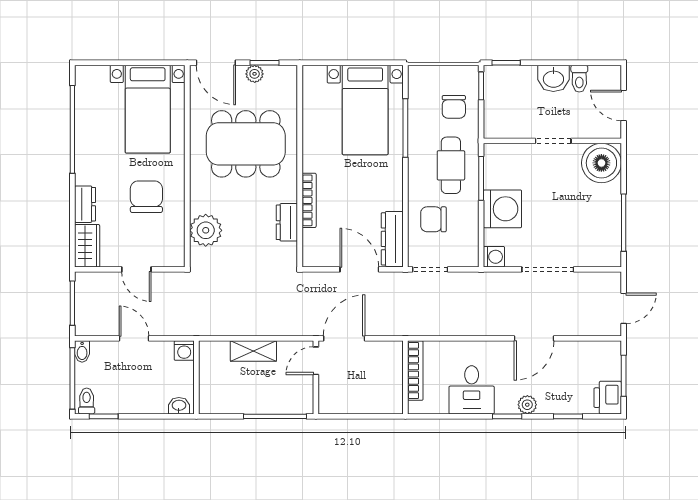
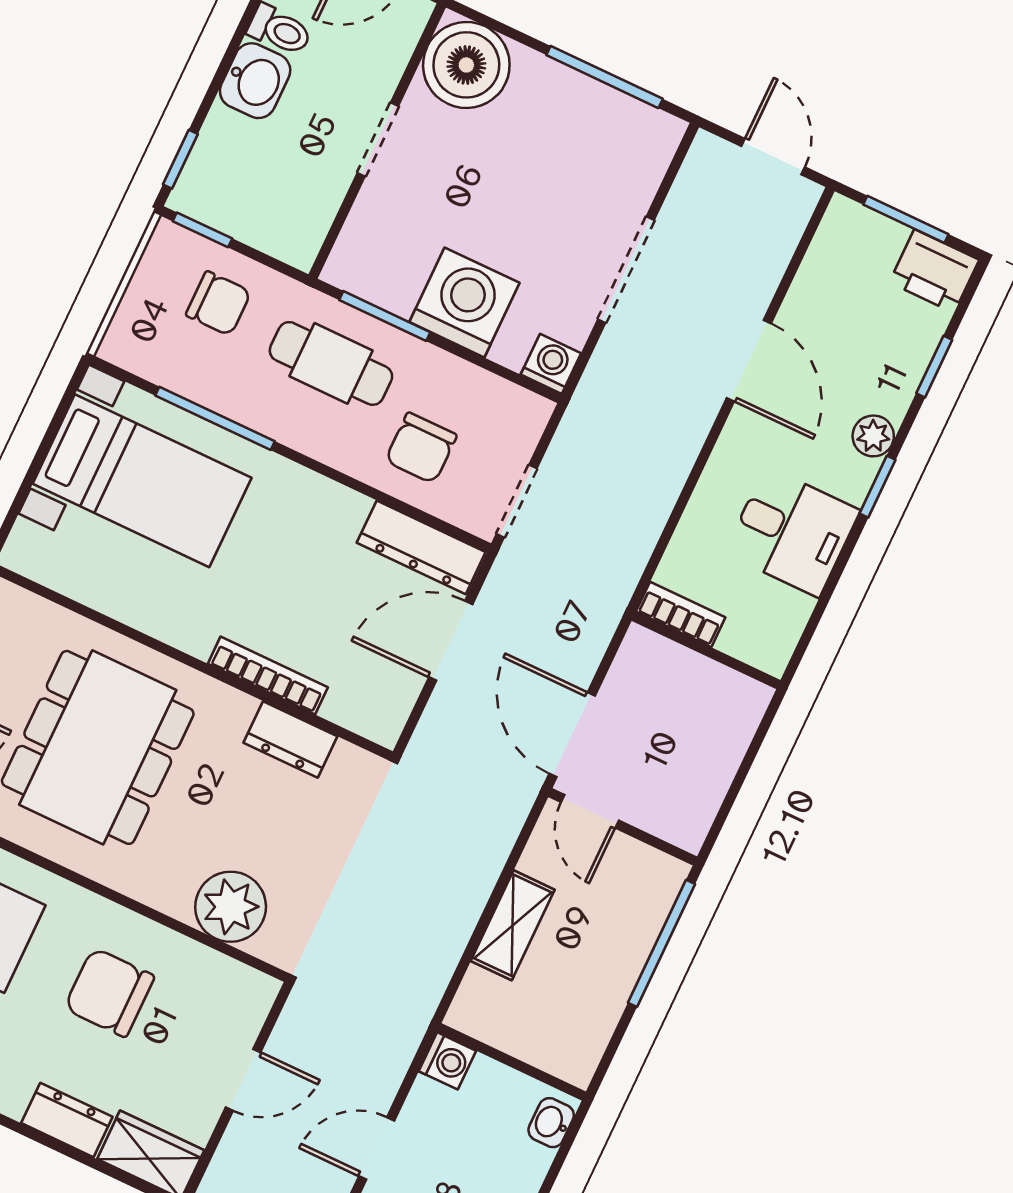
bookcase: (415, 371) -> (681, 614), width x0.64

